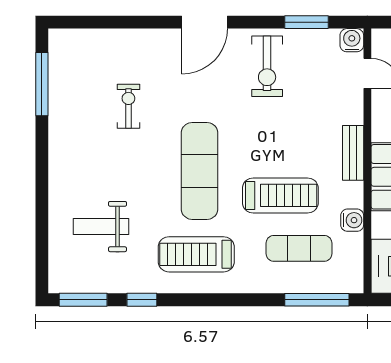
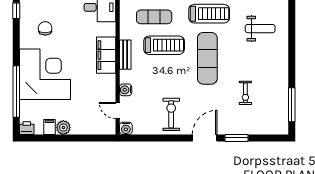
window: (307, 22) -> (237, 138), moved
bench: (353, 153) -> (125, 55), moved
treadmill: (280, 195) -> (164, 45), turned 180
water cooler: (352, 220) -> (126, 90), moved

